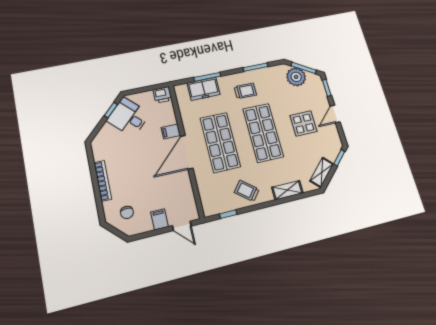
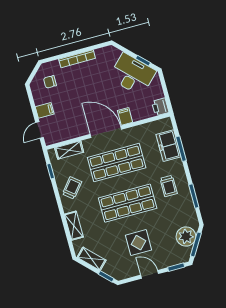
desk: (128, 117) -> (132, 74), width x1.37
shelving: (205, 193) -> (69, 150), added

